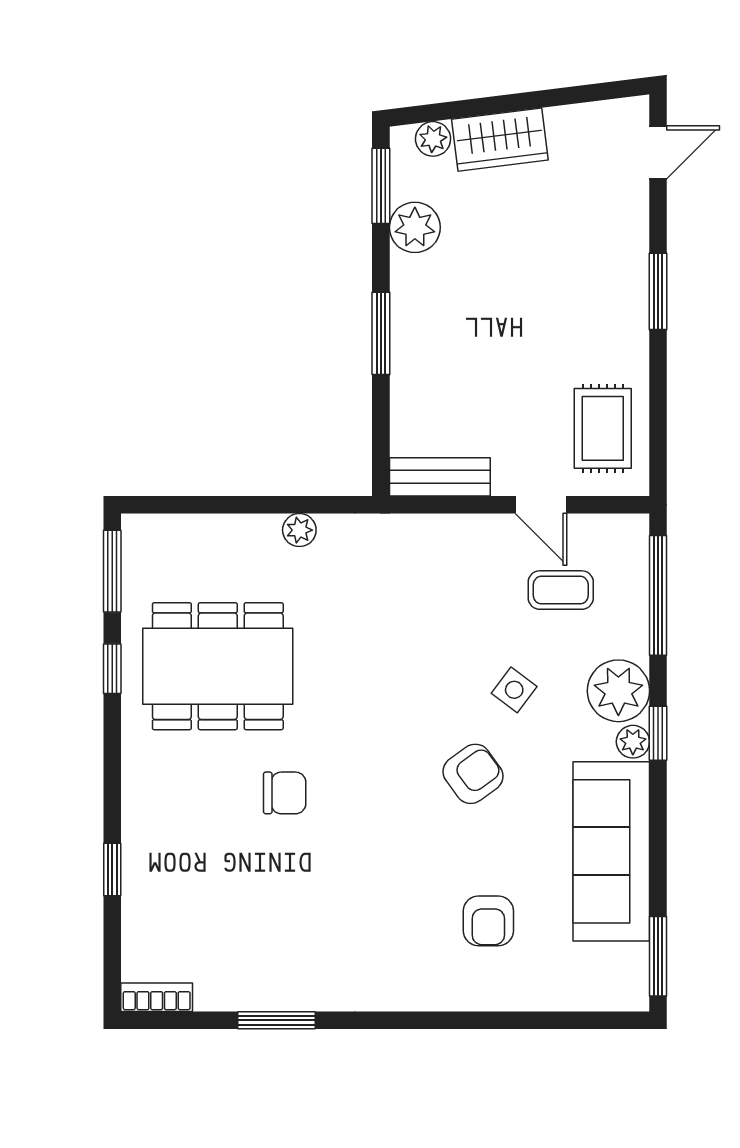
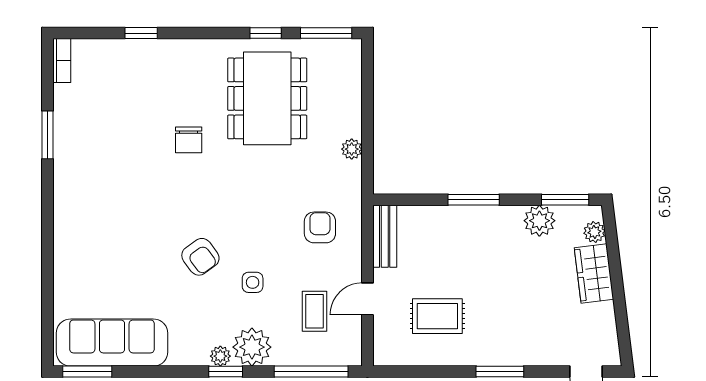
rug: (603, 428) -> (437, 316), moved
side table: (514, 690) -> (253, 282), turned -37
sofa: (611, 851) -> (112, 343), moved
armchair: (488, 921) -> (320, 227), moved, turned 90

